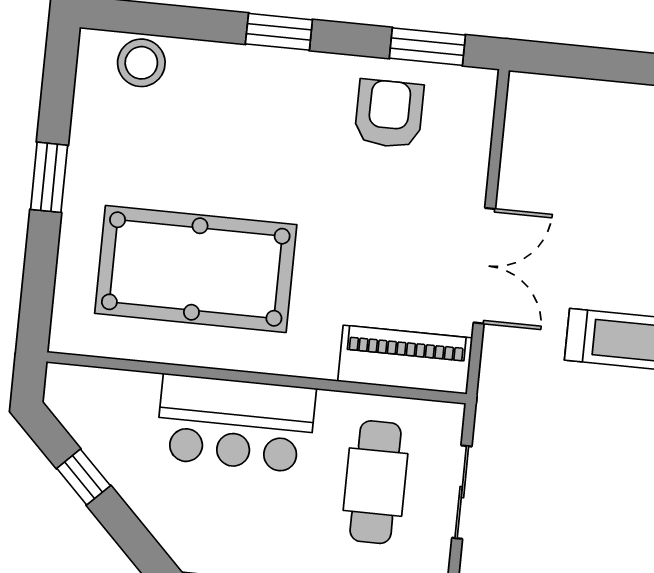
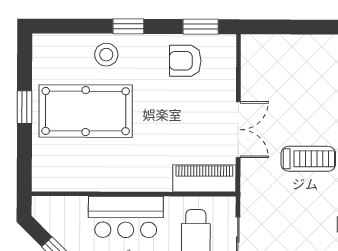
stool: (141, 63) -> (106, 55), moved
armchair: (389, 114) -> (185, 61), turned -90
pool table: (196, 269) -> (86, 111), moved

